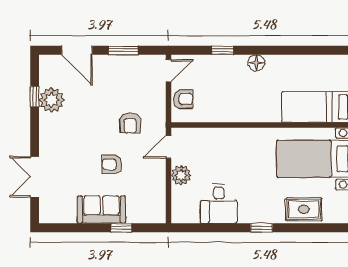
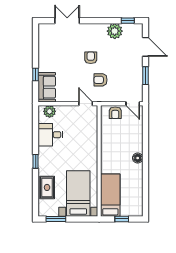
door: (77, 50) -> (145, 47), swing flipped
window: (223, 50) -> (145, 137), removed
window: (35, 97) -> (128, 21), moved
armchair: (112, 164) -> (91, 58), moved
plant: (181, 175) -> (50, 111), moved
sofa: (101, 210) -> (47, 87), moved

